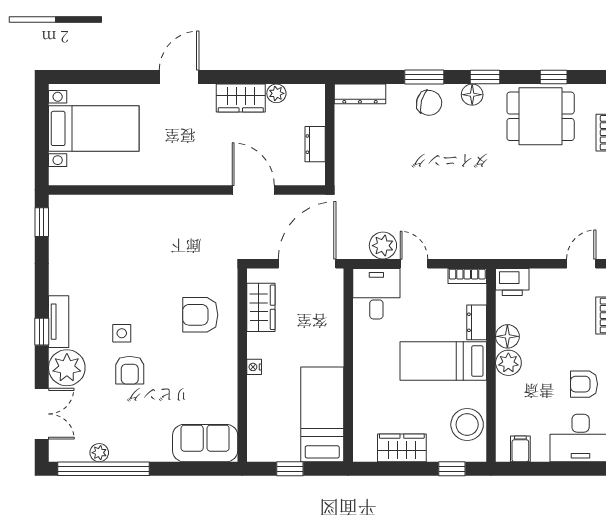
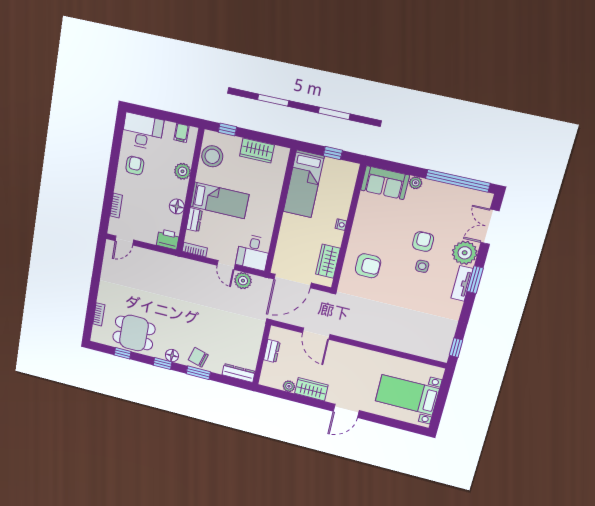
window: (42, 332) -> (475, 280), width x1.50
plant: (508, 363) -> (182, 171), moved
armchair: (584, 384) -> (135, 166), turned -90
plant: (99, 453) -> (416, 183), moved

